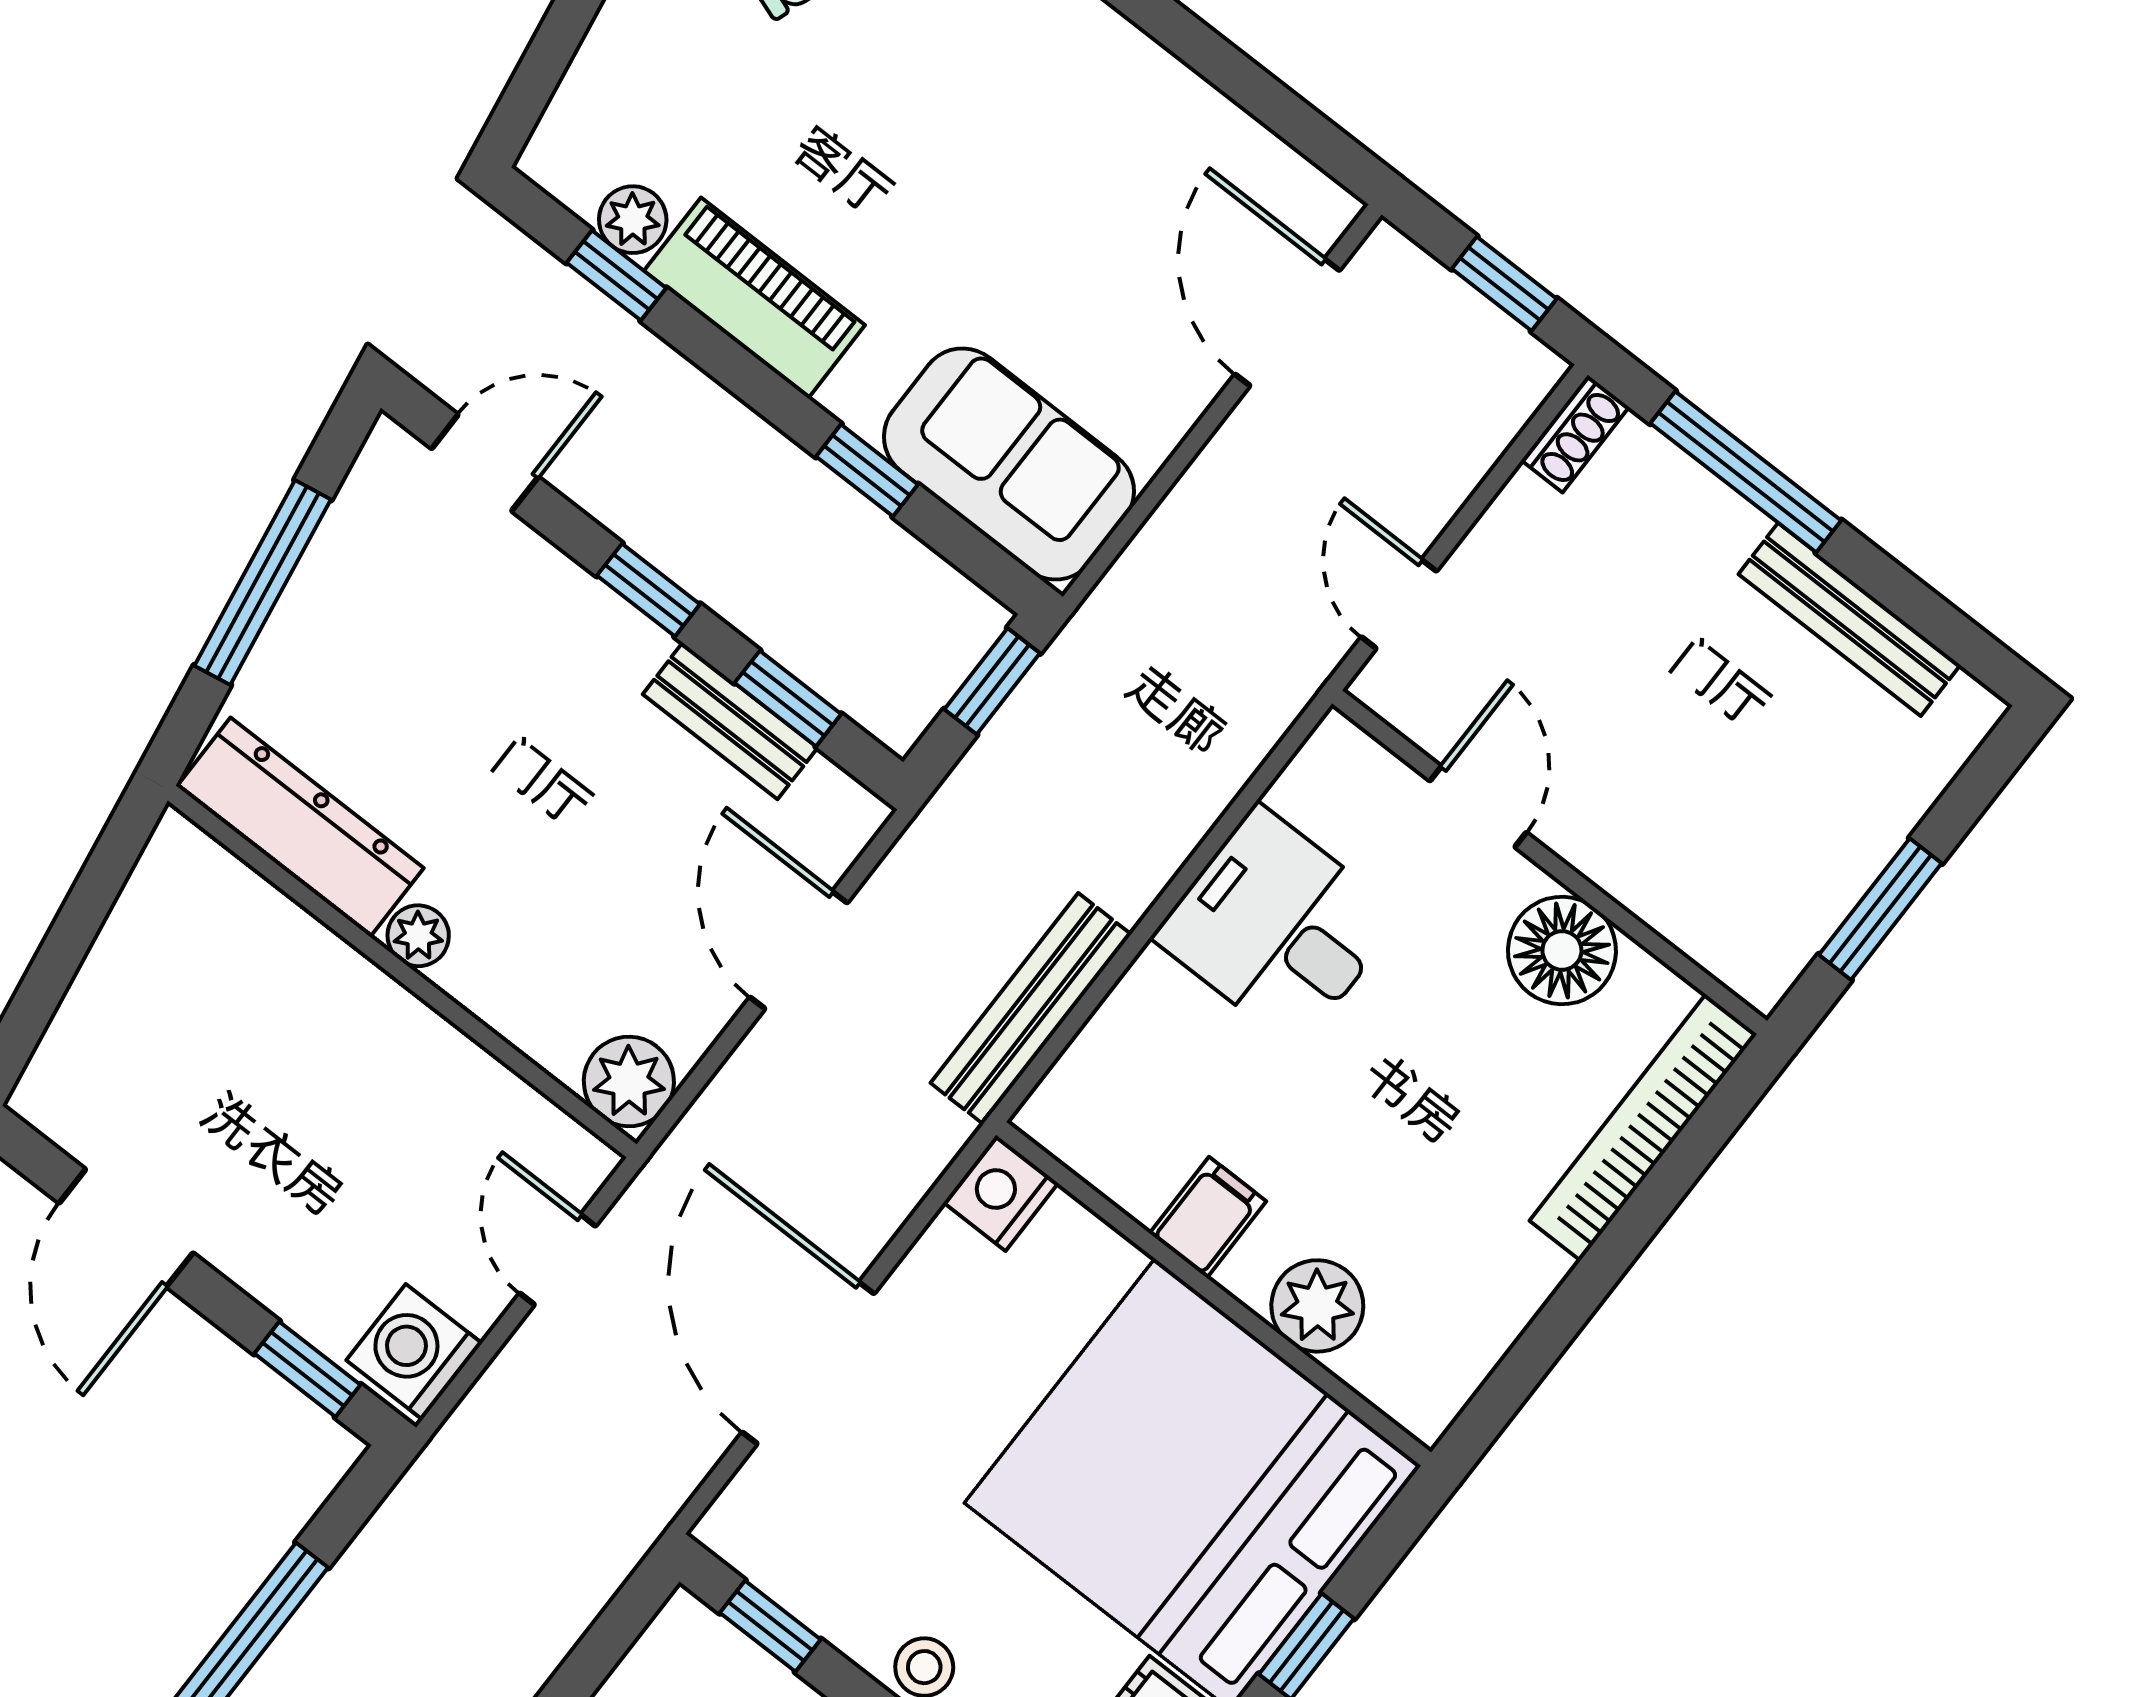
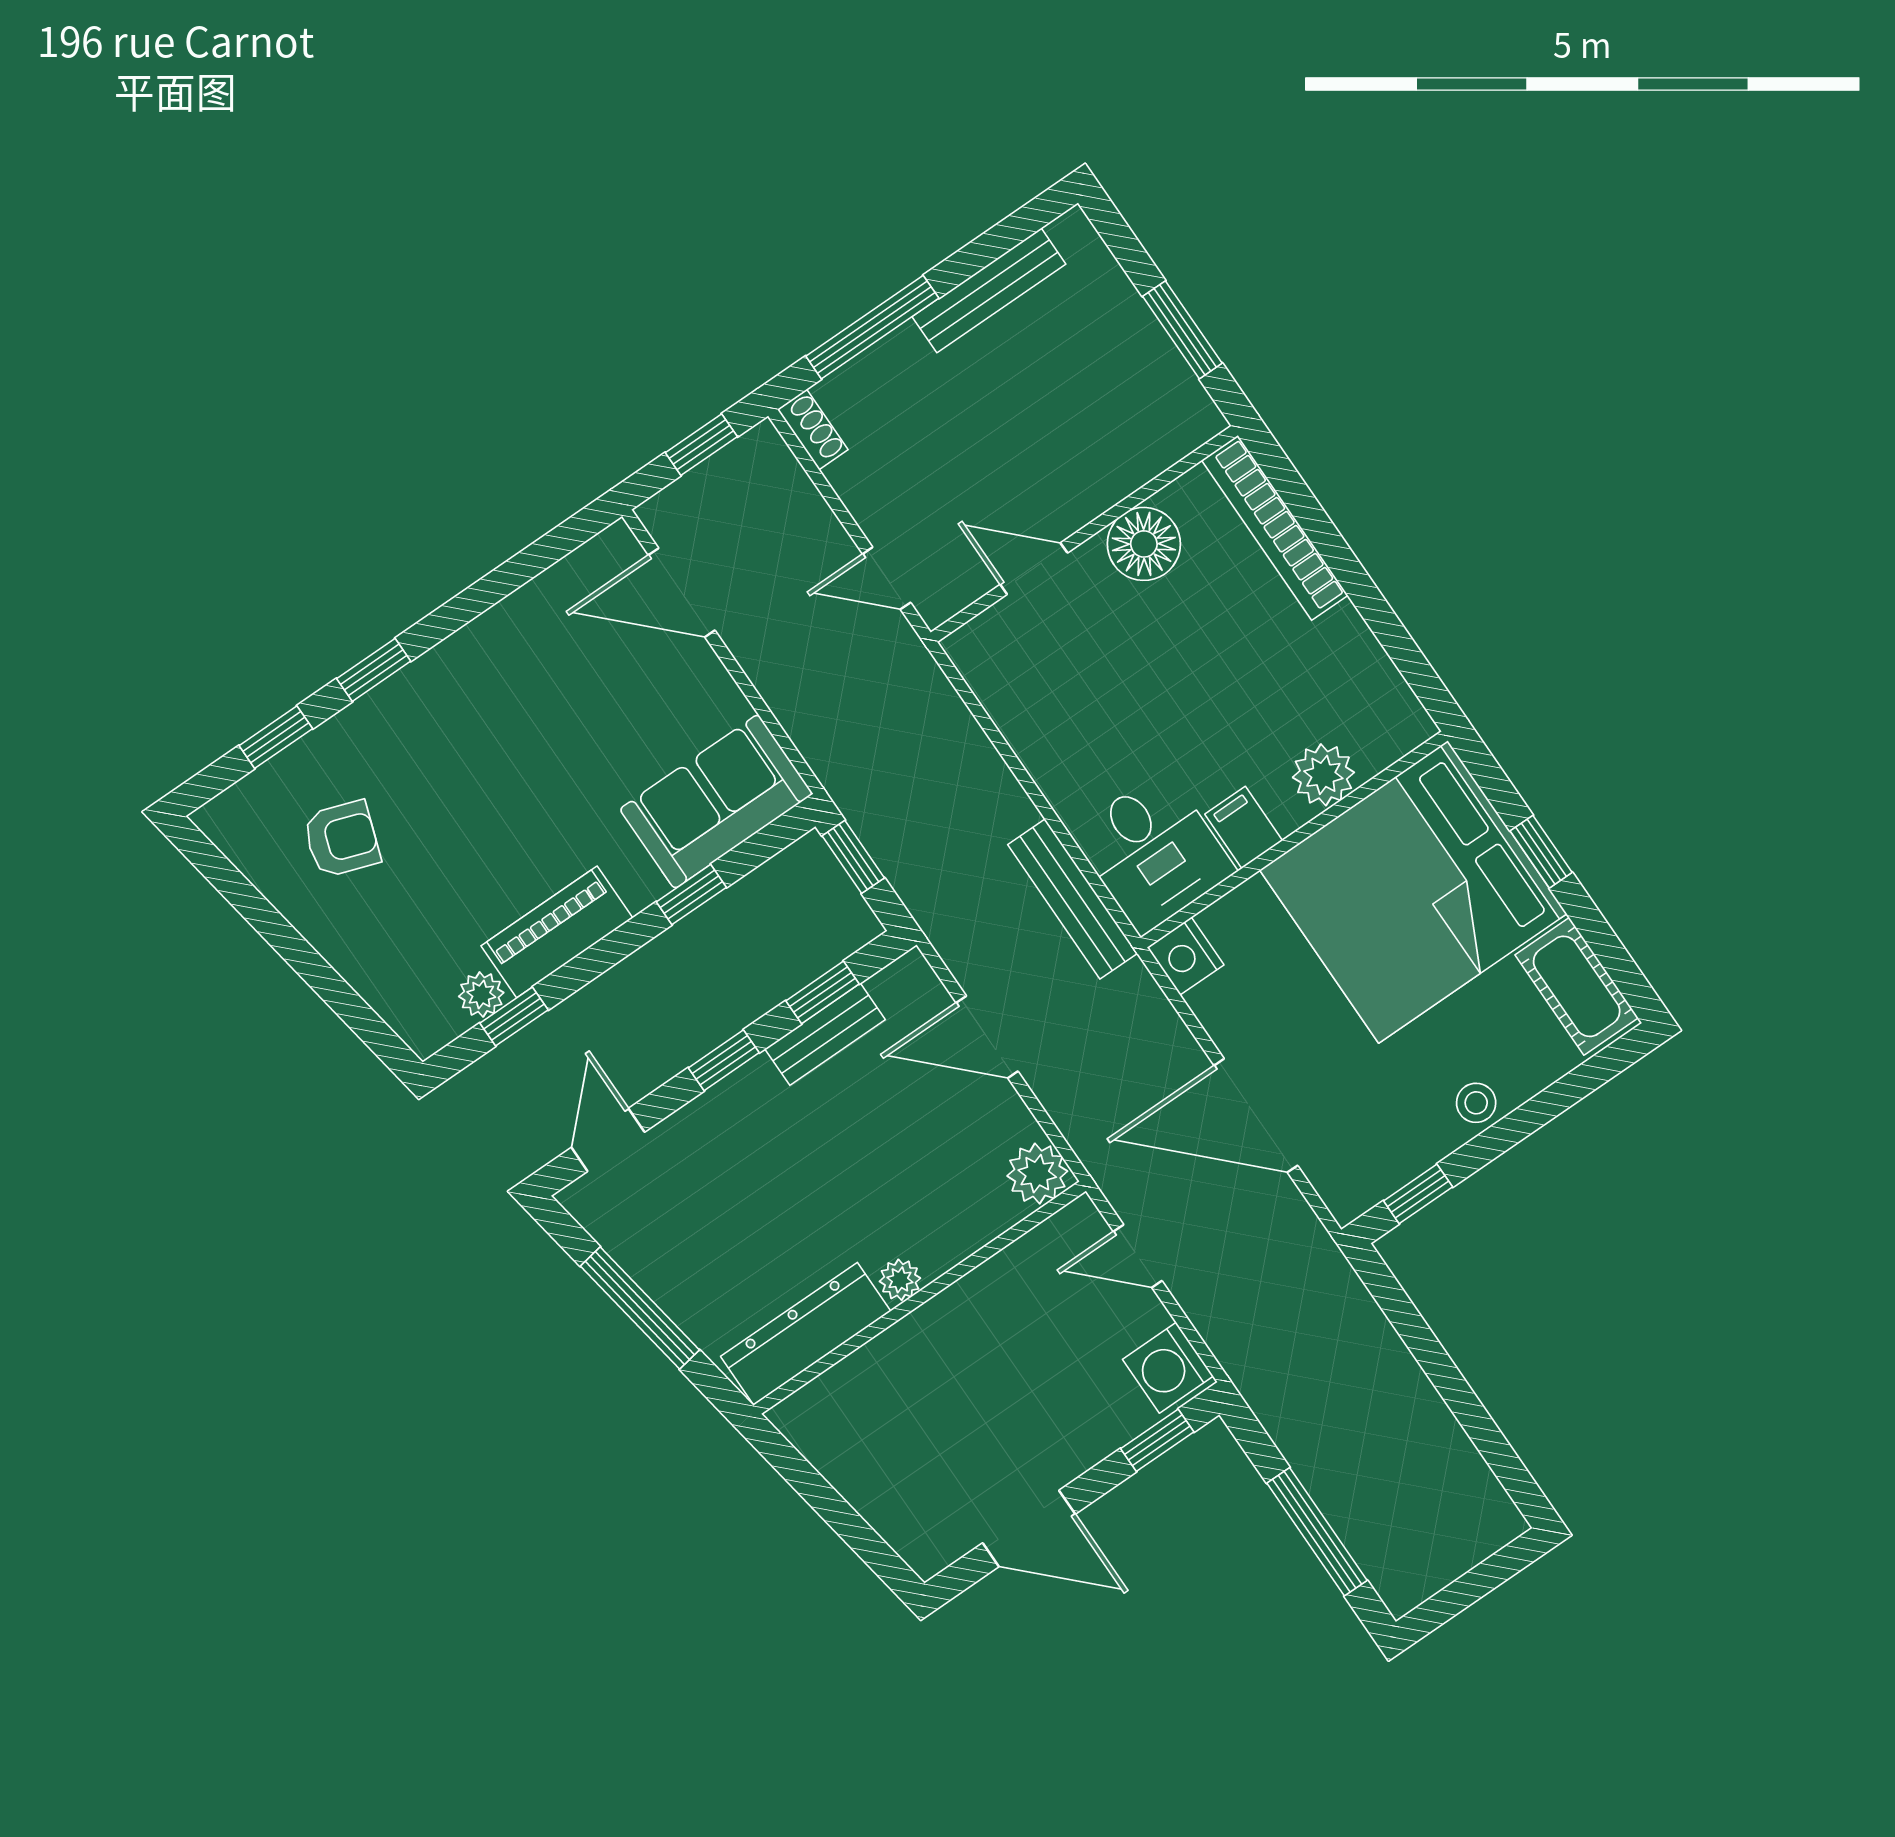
desk: (1277, 927) -> (1153, 852), moved, turned -90

